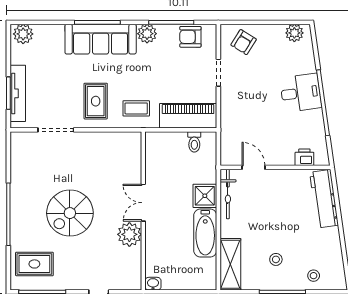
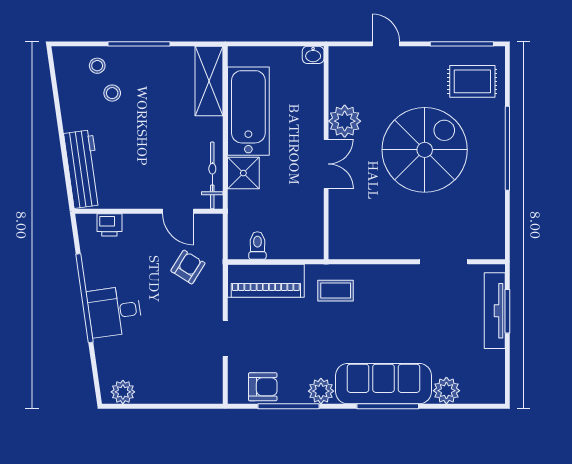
plant: (23, 34) -> (446, 391), moved
armchair: (244, 42) -> (188, 267), moved
rug: (96, 101) -> (390, 300), removed
spiral stairs: (70, 213) -> (425, 150), width x1.37, depth x1.37
bathtub: (205, 233) -> (248, 111), width x1.36, depth x1.36
stool: (276, 259) -> (112, 93), moved

